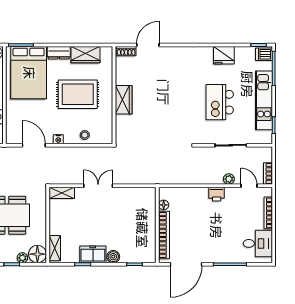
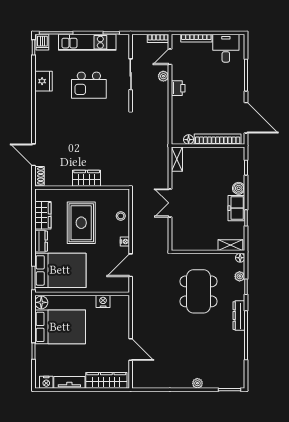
shelving: (62, 193) -> (177, 159), moved
floor lamp: (37, 254) -> (240, 258), width x0.53, depth x0.53

